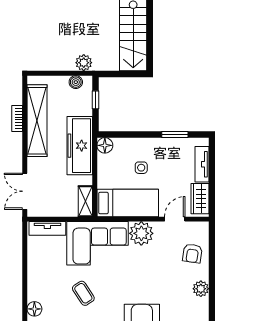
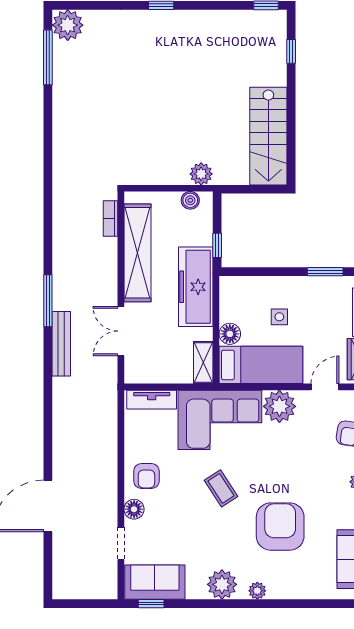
window: (95, 100) -> (217, 245), moved
bookcase: (17, 118) -> (111, 219), moved
floor lamp: (105, 145) -> (230, 334), moved
double door: (25, 191) -> (121, 331), moved
armchair: (44, 285) -> (146, 476), added
coffee table: (83, 293) -> (221, 488), moved

